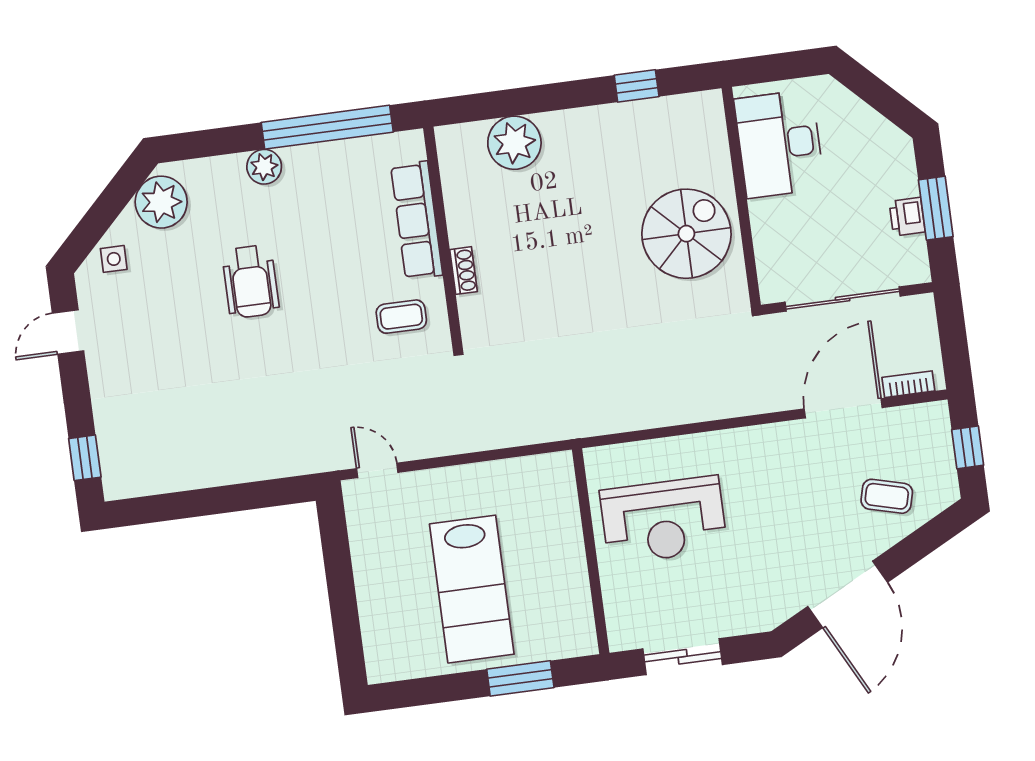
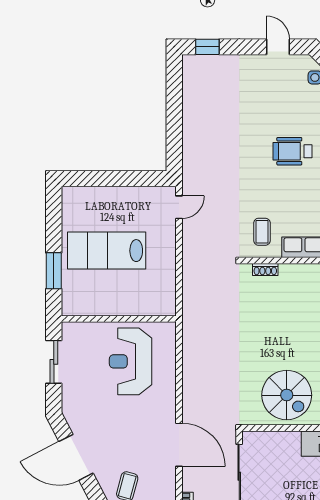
shoe rack: (464, 271) -> (265, 269), moved
door: (843, 408) -> (179, 445), moved

